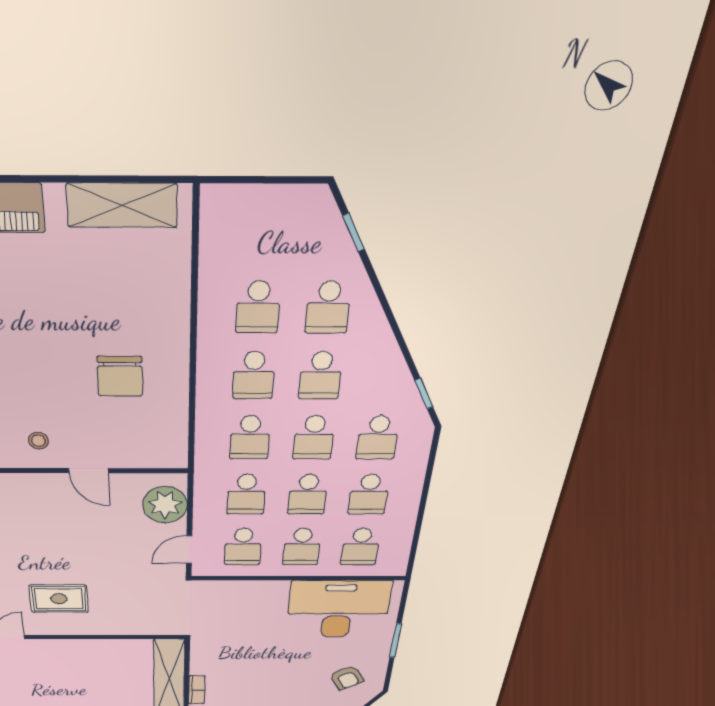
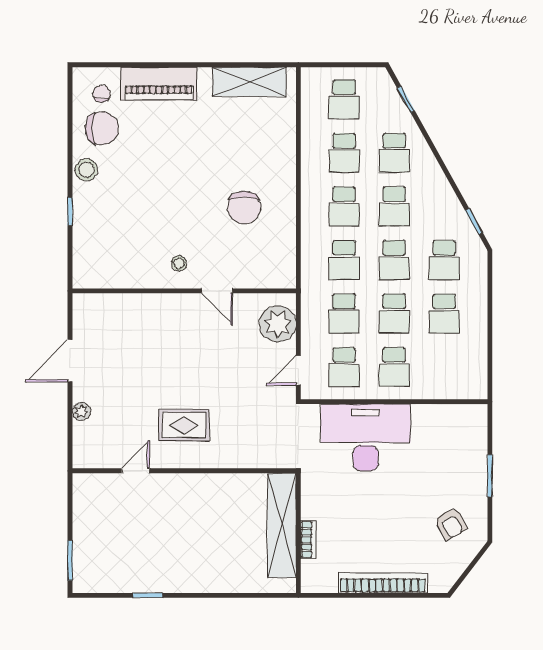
school desk: (361, 547) -> (344, 99), moved
desk: (338, 609) -> (366, 437), moved

